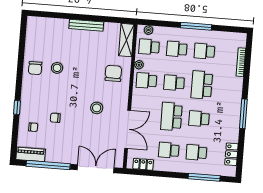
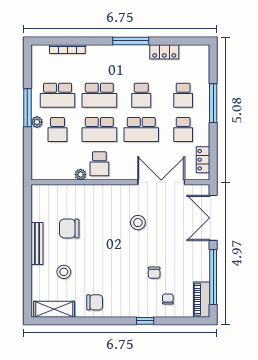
plant: (149, 30) -> (37, 122), moved
shelving: (126, 40) -> (54, 309), moved
school desk: (149, 47) -> (57, 164), removed
school desk: (204, 51) -> (57, 95), width x1.85
stool: (57, 68) -> (64, 272), moved
chair: (113, 73) -> (69, 228), moved
school desk: (174, 83) -> (99, 130), width x1.85
locker: (231, 154) -> (164, 52), moved
window: (204, 177) -> (213, 103), moved

